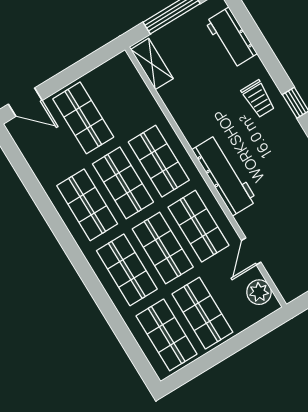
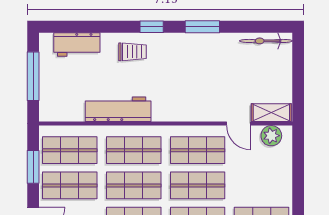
shelving: (152, 64) -> (271, 113), moved
window: (79, 69) -> (33, 167), added
workbench: (225, 175) -> (118, 109), moved
shop shelf: (202, 313) -> (70, 150), moved

